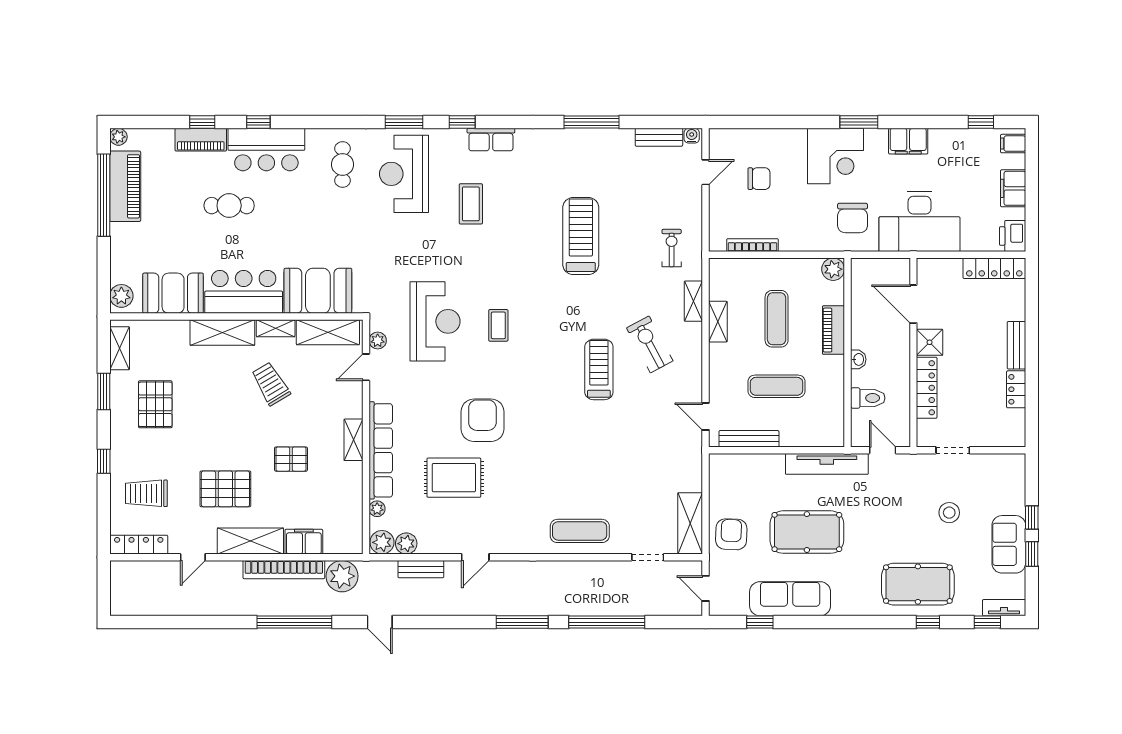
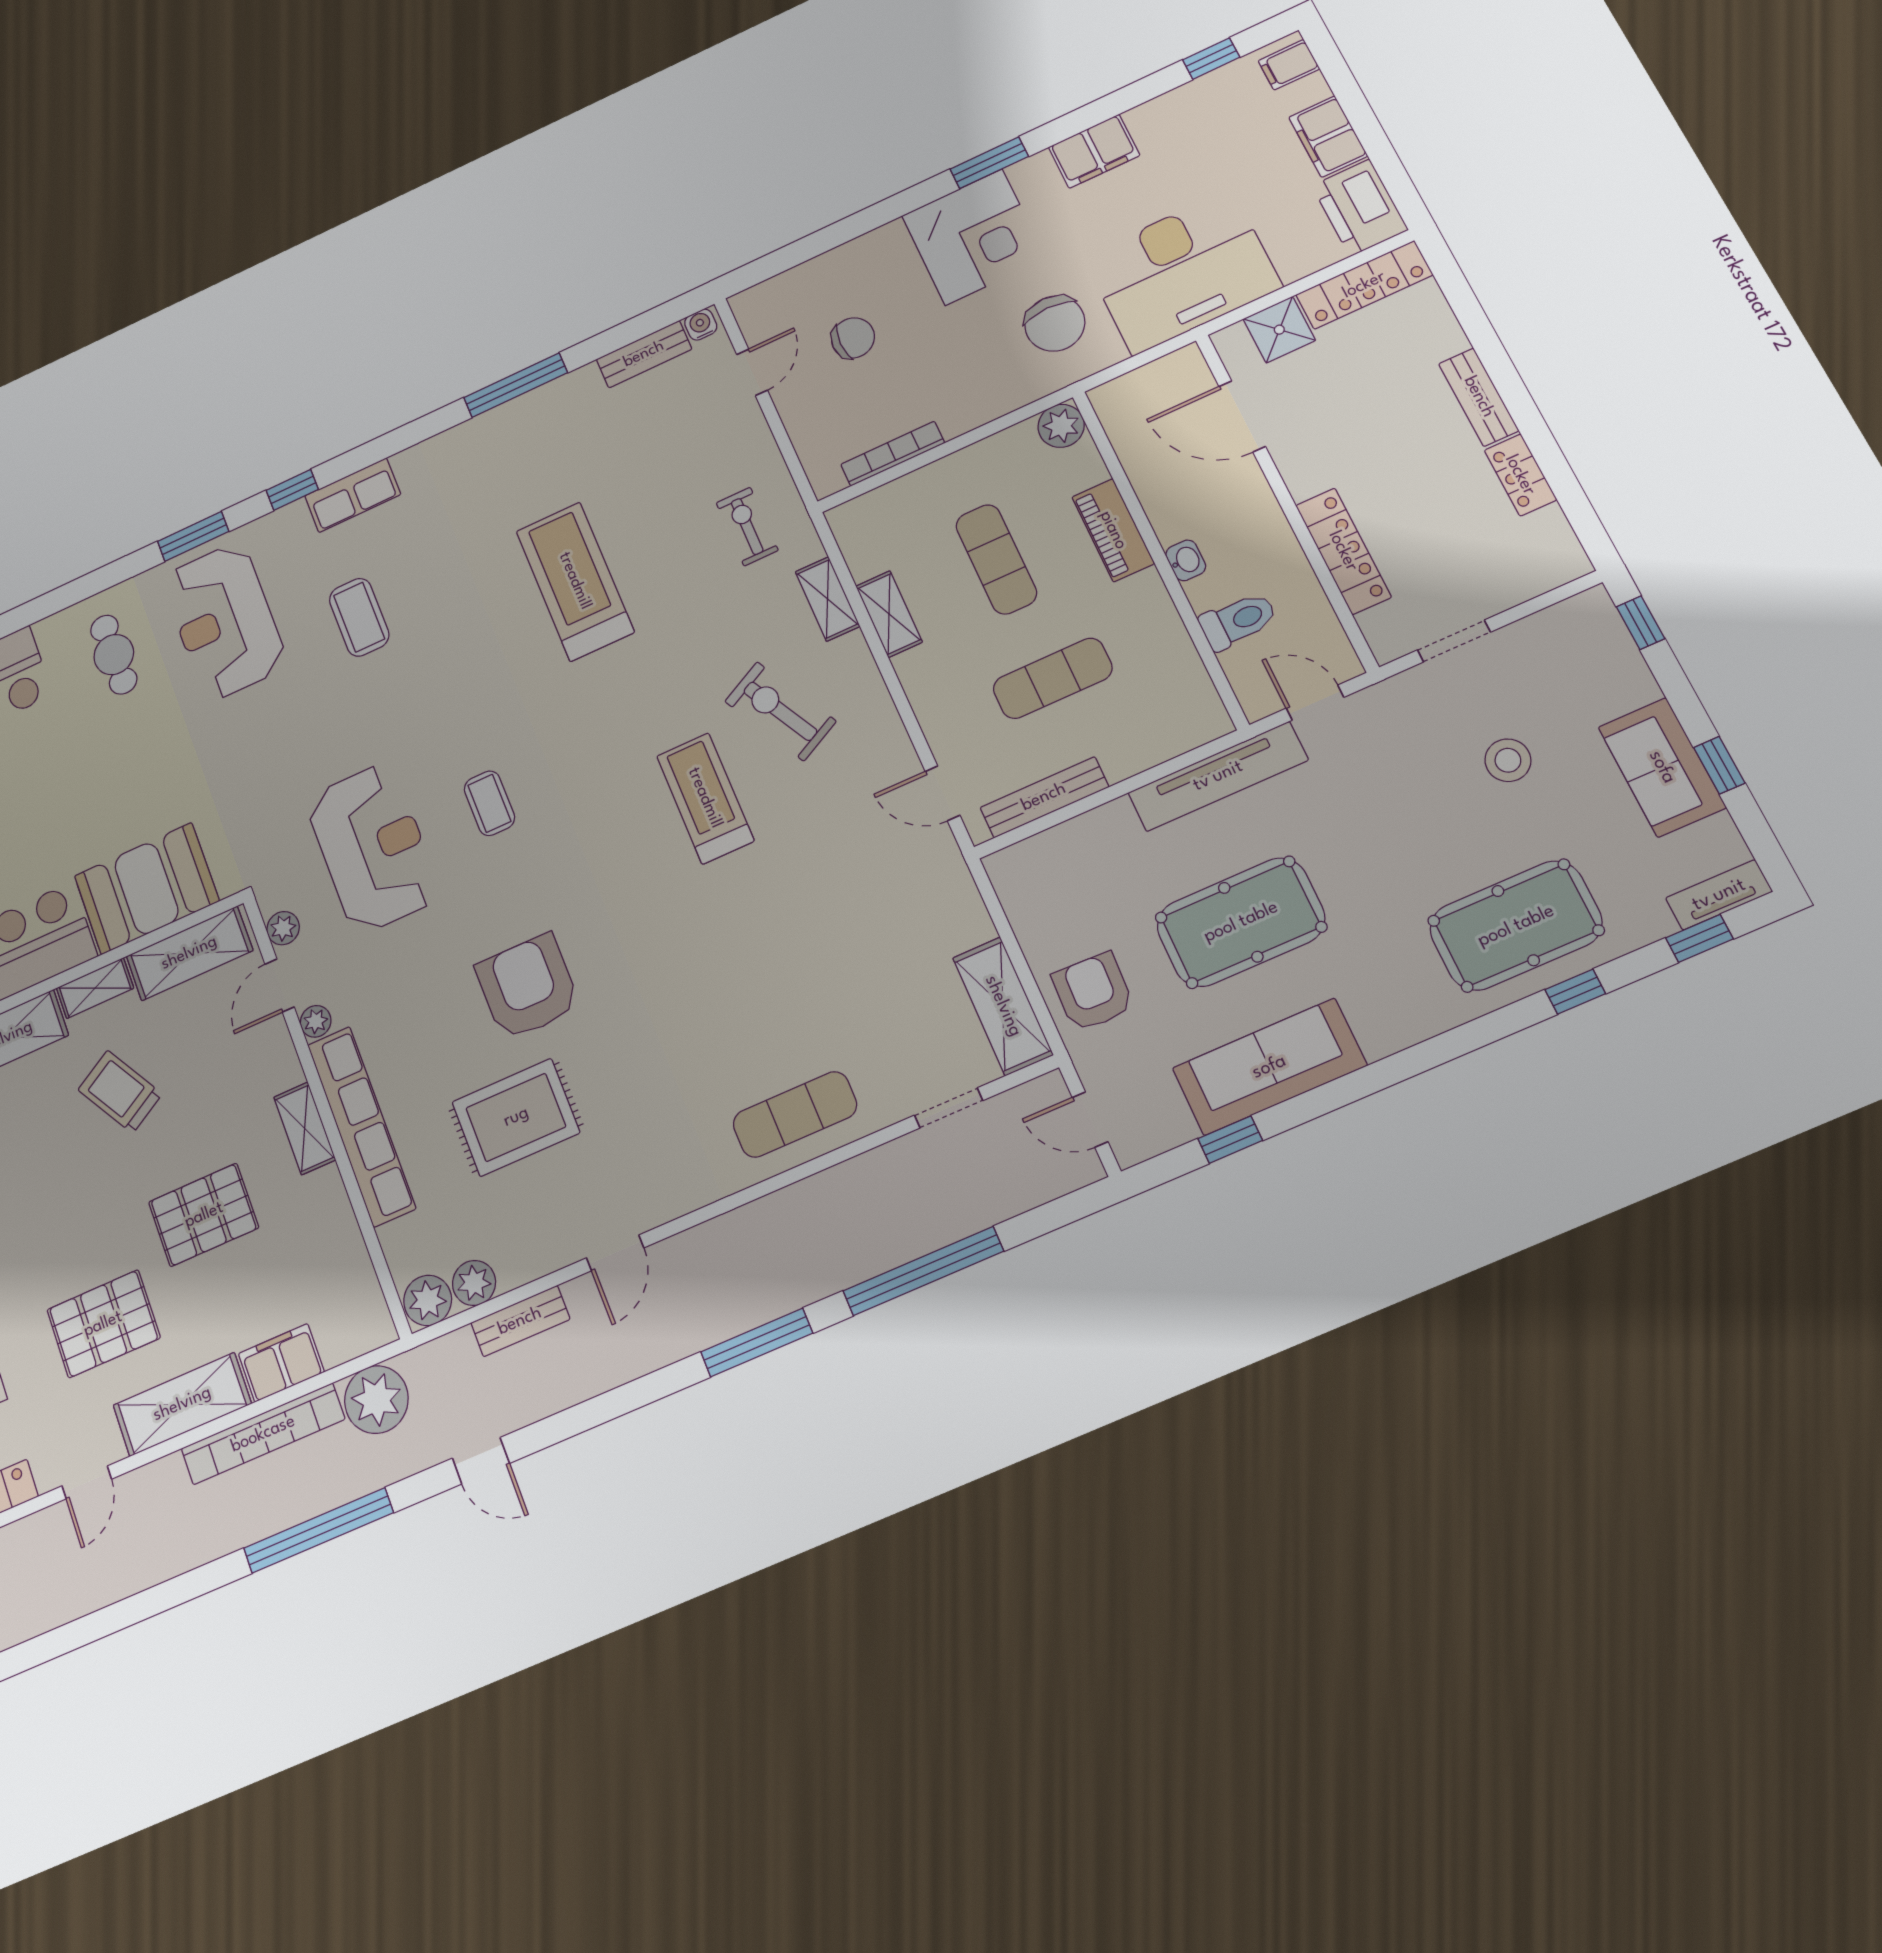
printer: (1013, 236) -> (1360, 208), width x1.37, depth x1.19
shower: (930, 342) -> (1279, 330), moved
pallet: (291, 459) -> (204, 1215), width x1.50, depth x1.42
plant: (377, 509) -> (316, 1021), moved
window: (1032, 518) -> (1641, 623), moved

